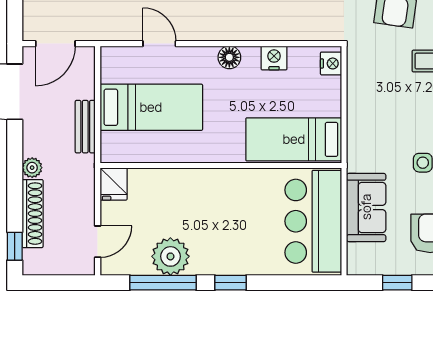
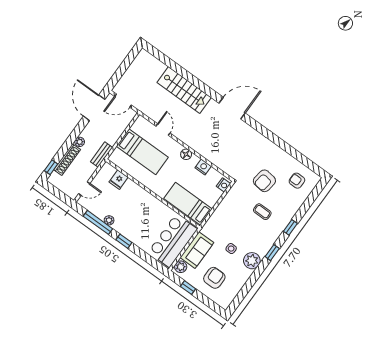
bench: (85, 127) -> (102, 155), moved
fridge: (114, 184) -> (119, 180), moved
plant: (170, 256) -> (109, 220), width x0.53, depth x0.53
plant: (359, 256) -> (181, 267), added

